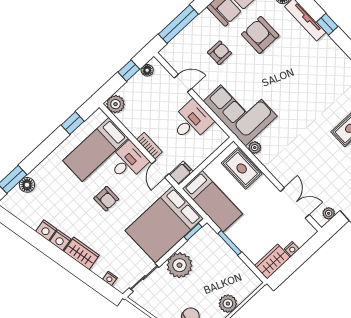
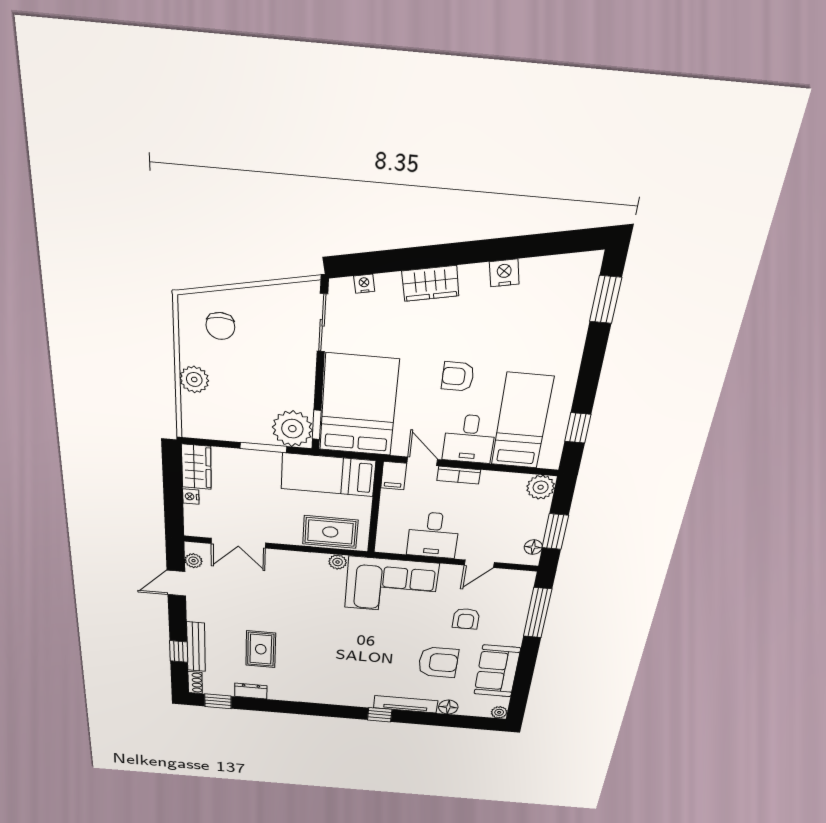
window: (129, 71) -> (555, 532), width x1.50
floor lamp: (27, 185) -> (579, 309), removed
nightstand: (60, 240) -> (474, 276), removed
plant: (179, 265) -> (292, 429), moved

